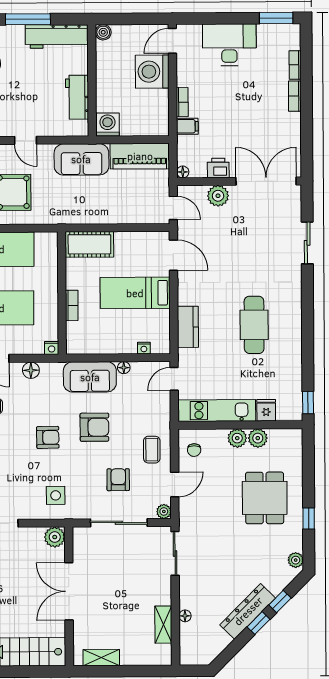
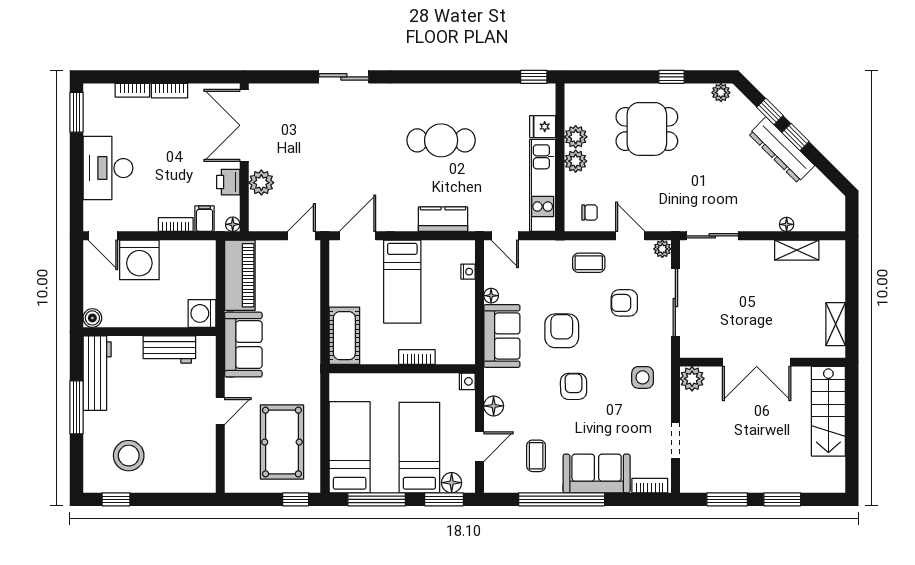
printer: (218, 168) -> (228, 182), moved
floor lamp: (183, 172) -> (233, 224), moved
wall: (239, 181) -> (244, 157), moved
double door: (266, 181) -> (244, 125), moved
plant: (218, 196) -> (261, 183), moved

